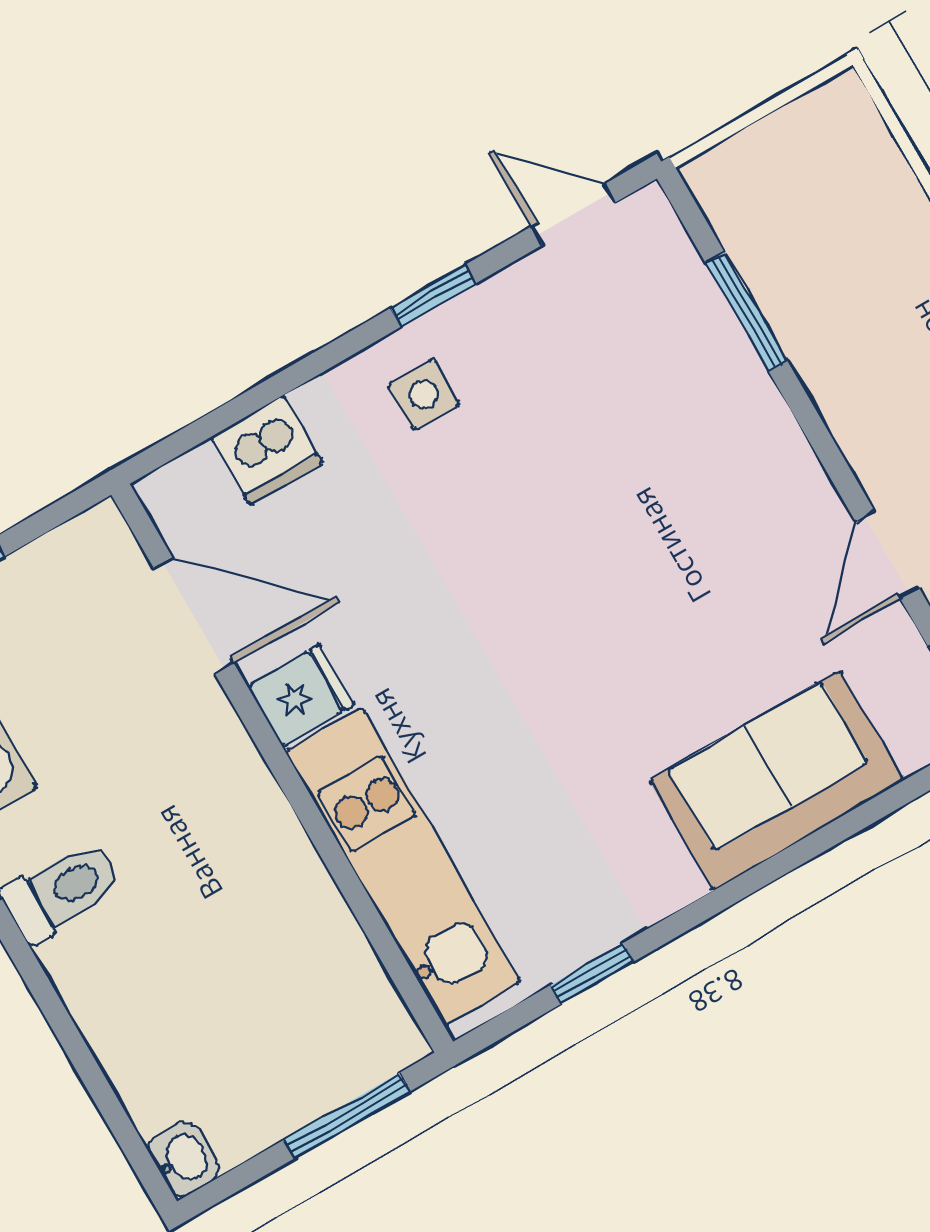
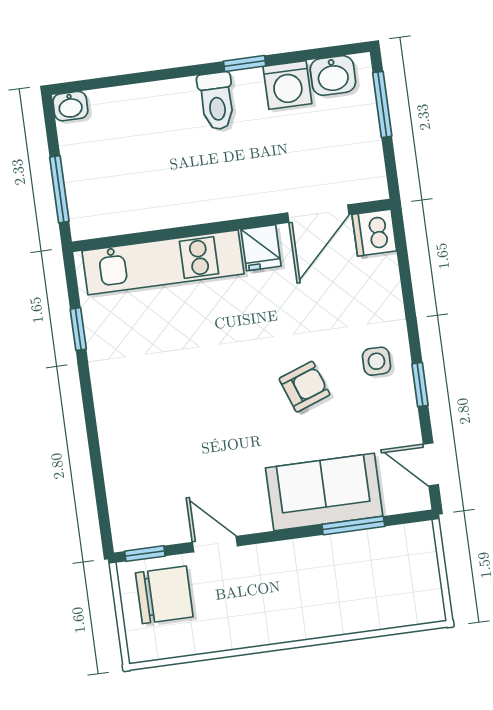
door: (574, 214) -> (431, 464), swing flipped
dishwasher: (267, 450) -> (374, 233), moved
armchair: (526, 509) -> (305, 387), added
sofa: (776, 780) -> (324, 492), moved, turned -90

